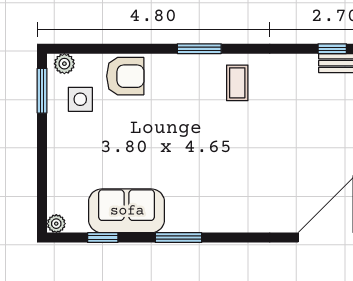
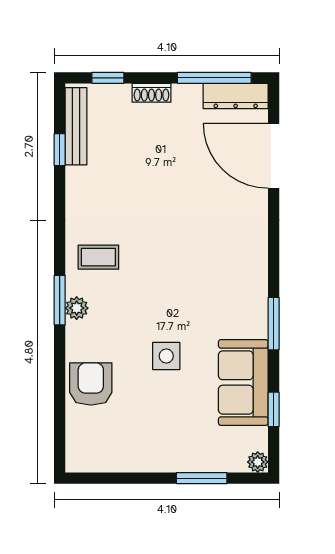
plant: (64, 64) -> (77, 308), moved
window: (42, 91) -> (202, 478), moved
side table: (80, 99) -> (166, 356), moved

